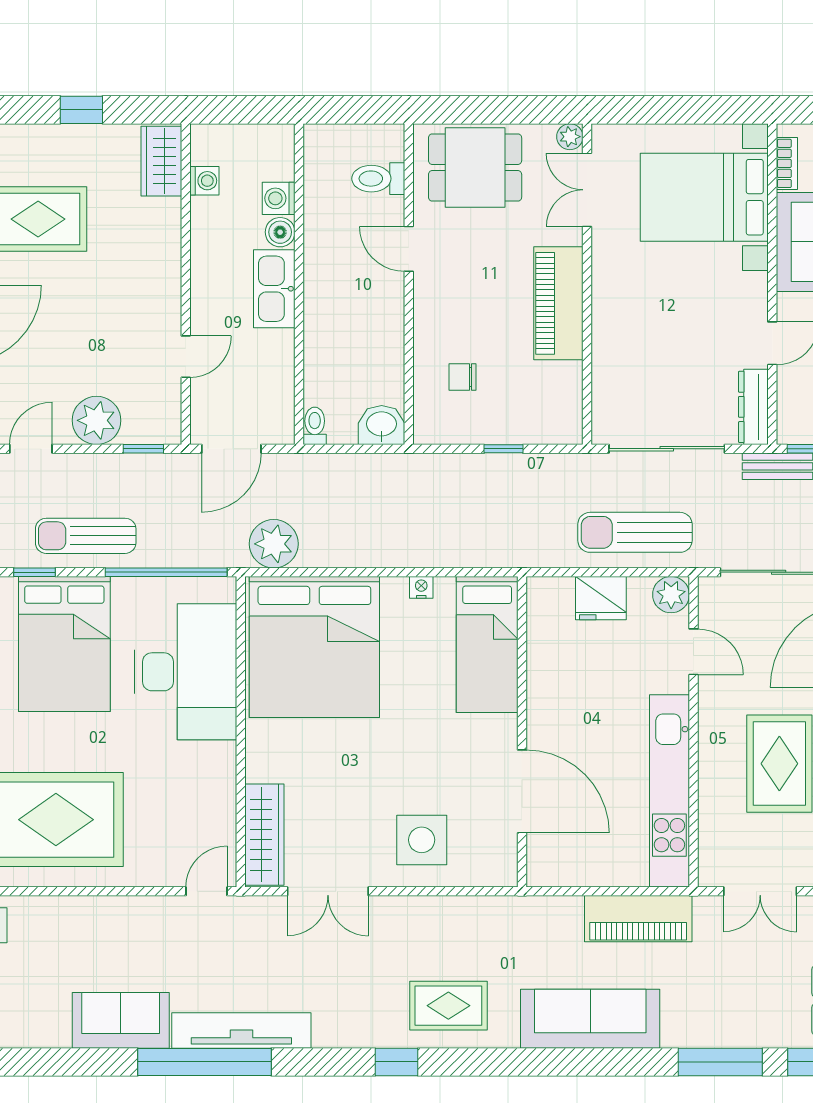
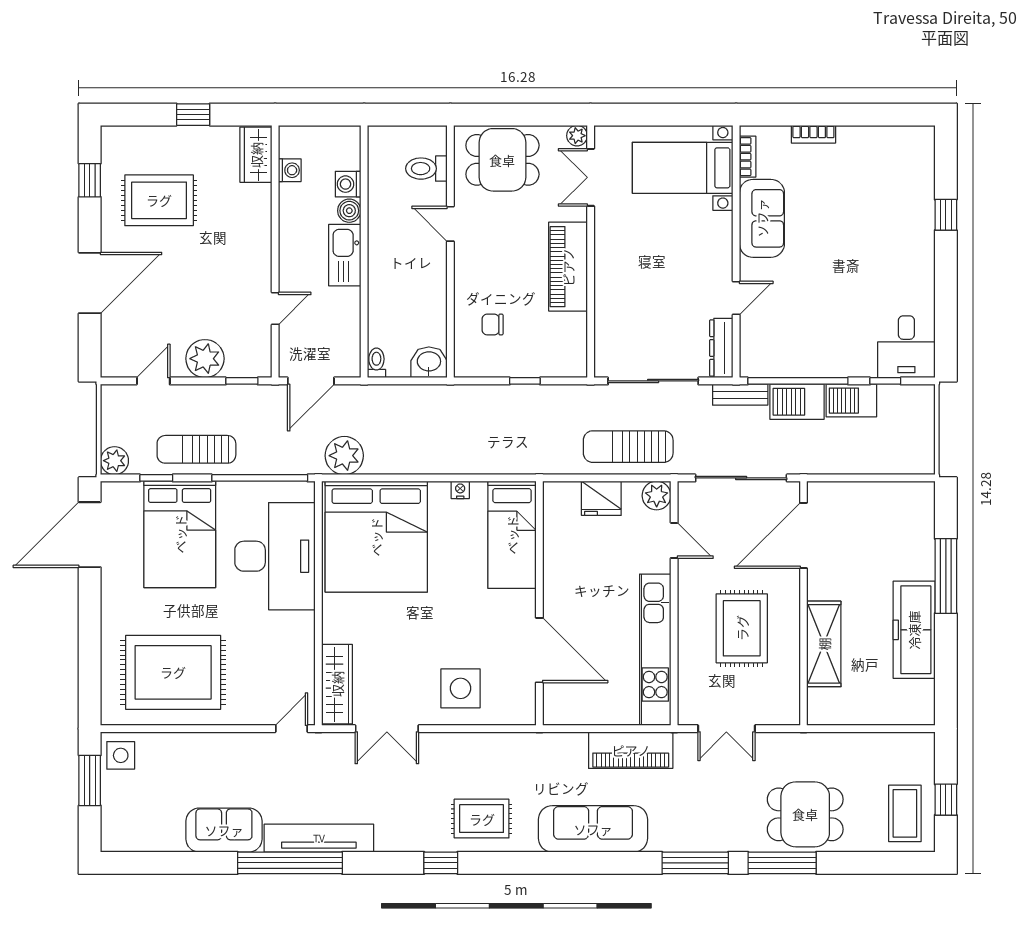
bed with nightstands: (704, 197) -> (683, 168), width x0.73

